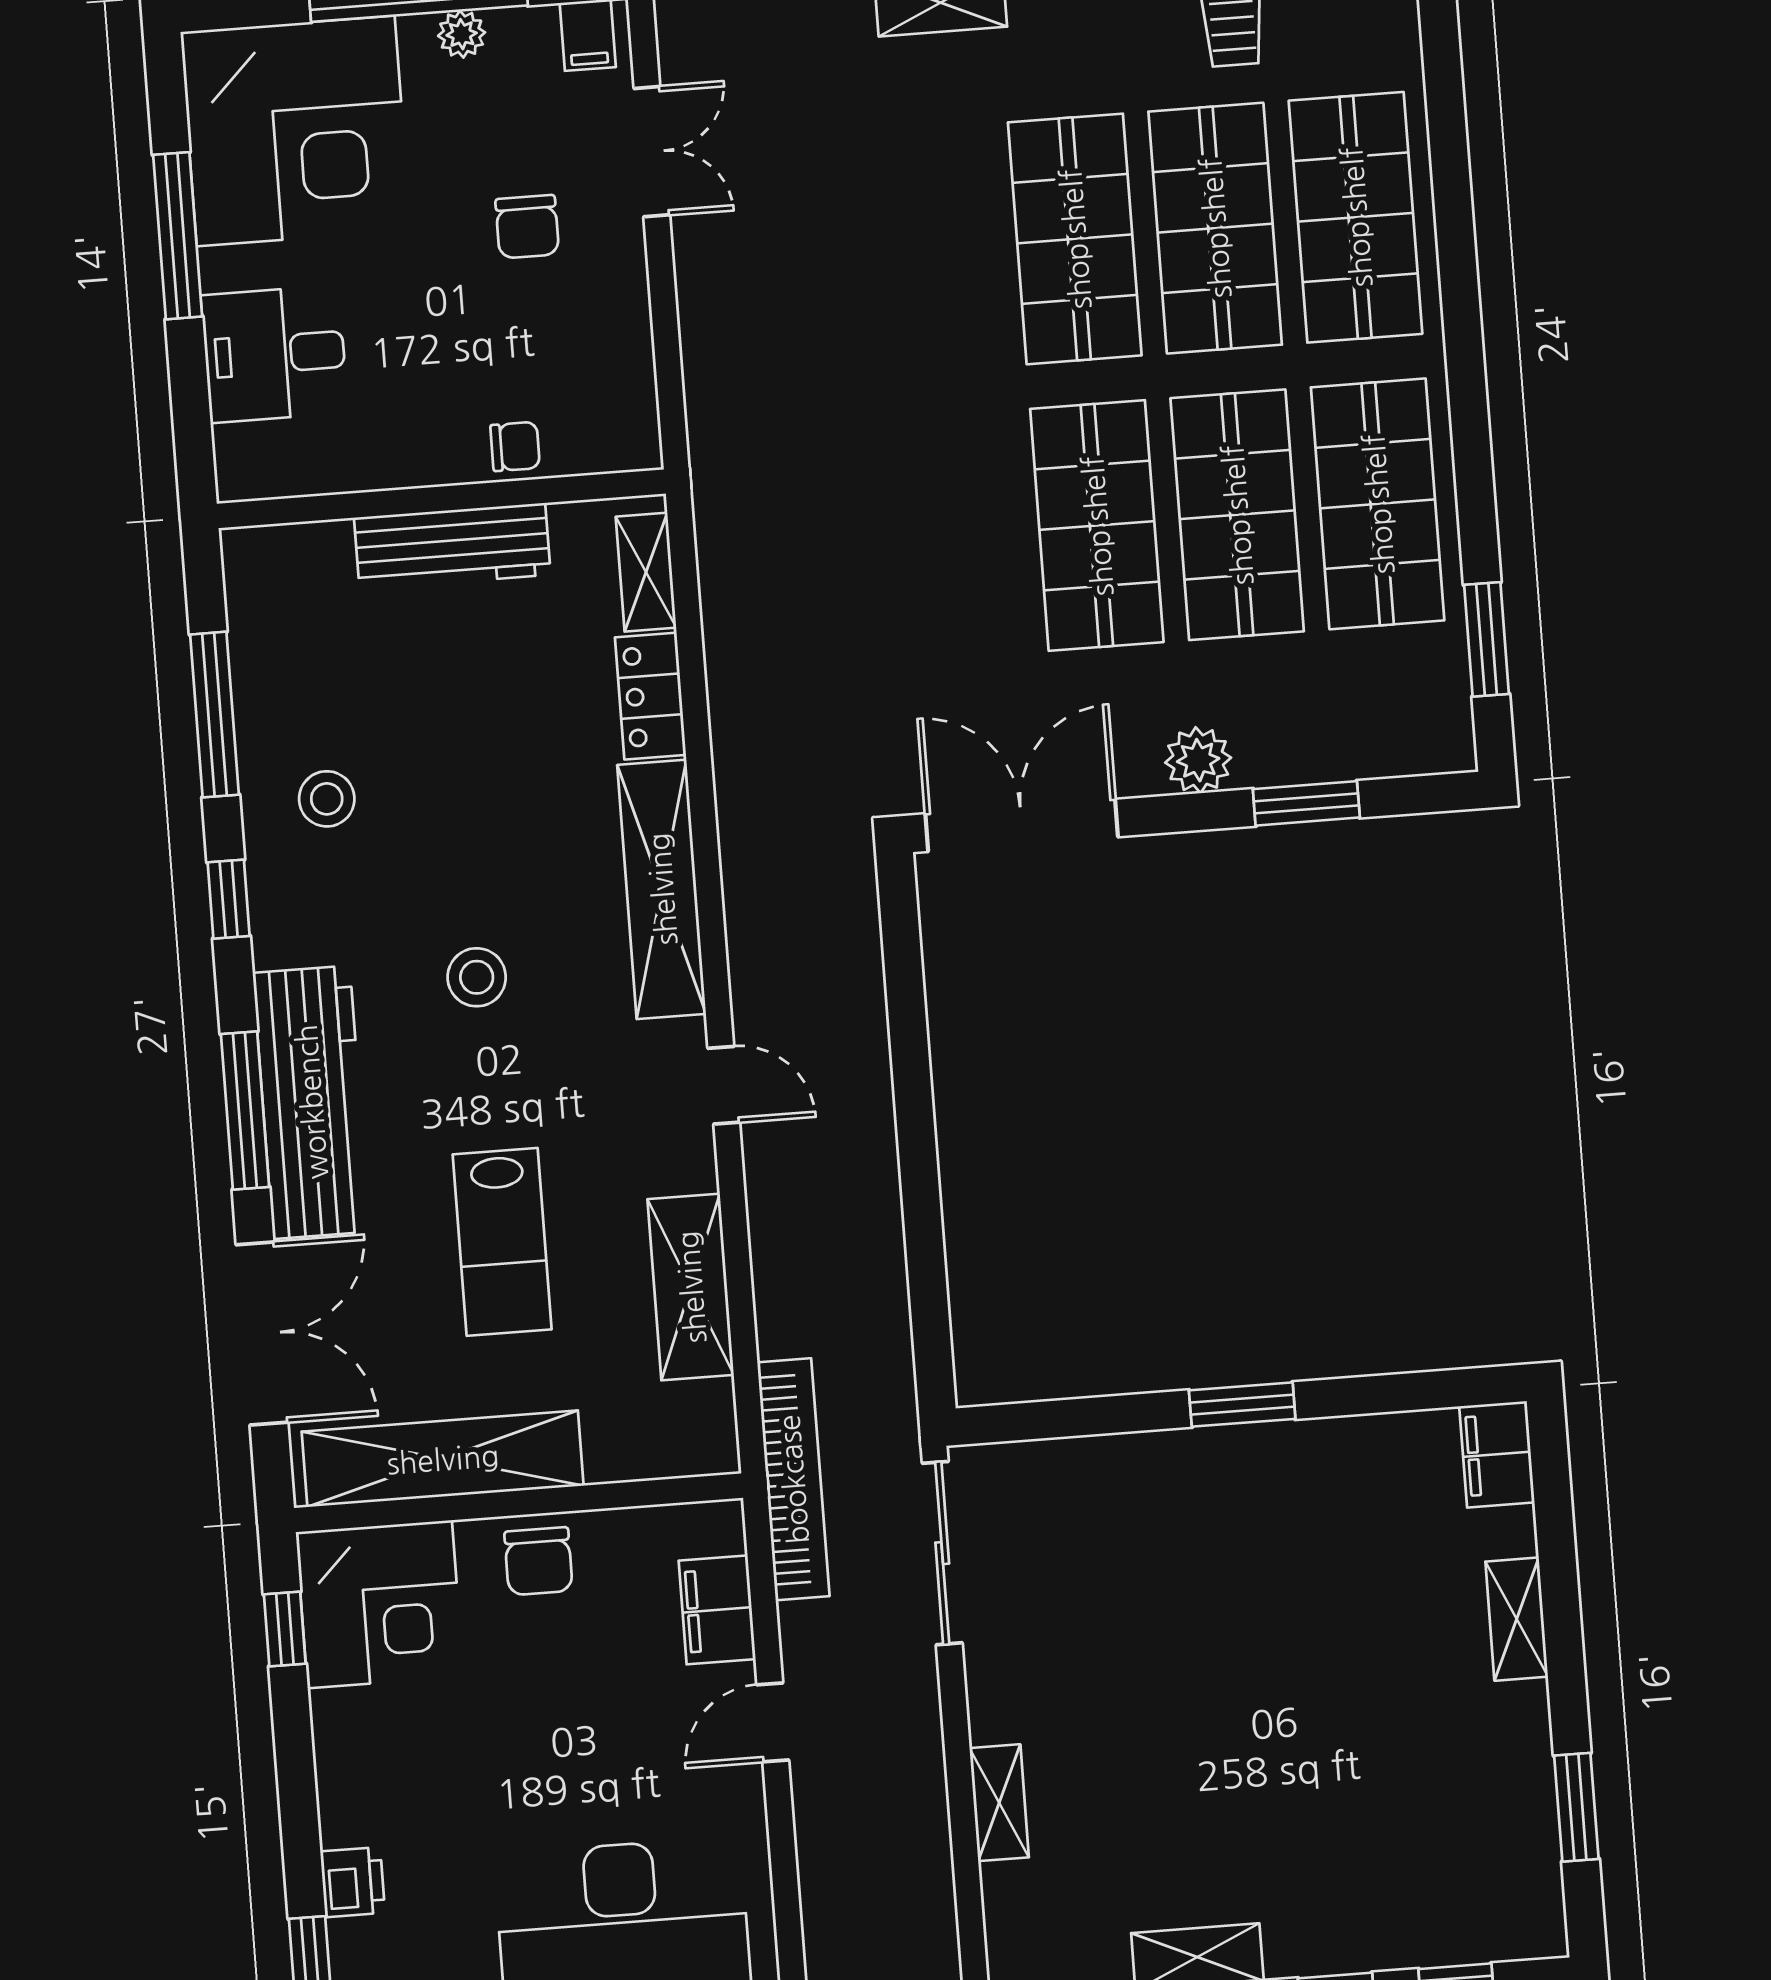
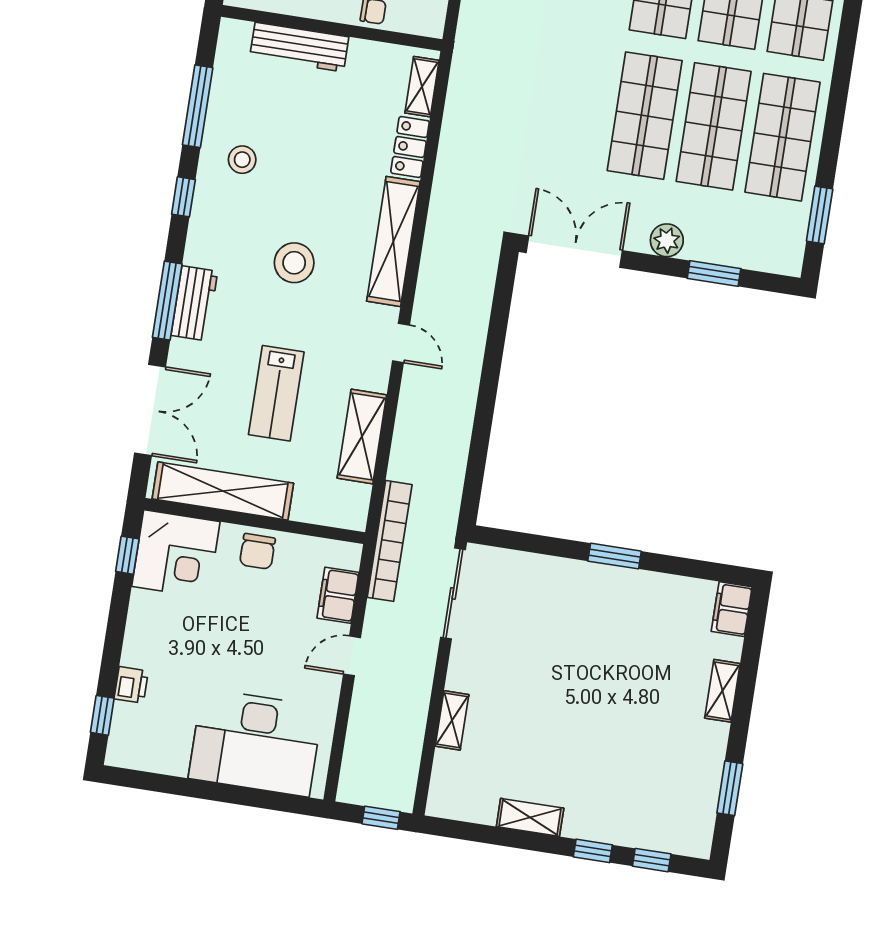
workbench: (452, 546) -> (299, 47), moved
stool: (477, 977) -> (294, 263), width x1.38, depth x1.38
workbench: (311, 1102) -> (194, 303), width x0.53, depth x0.76

